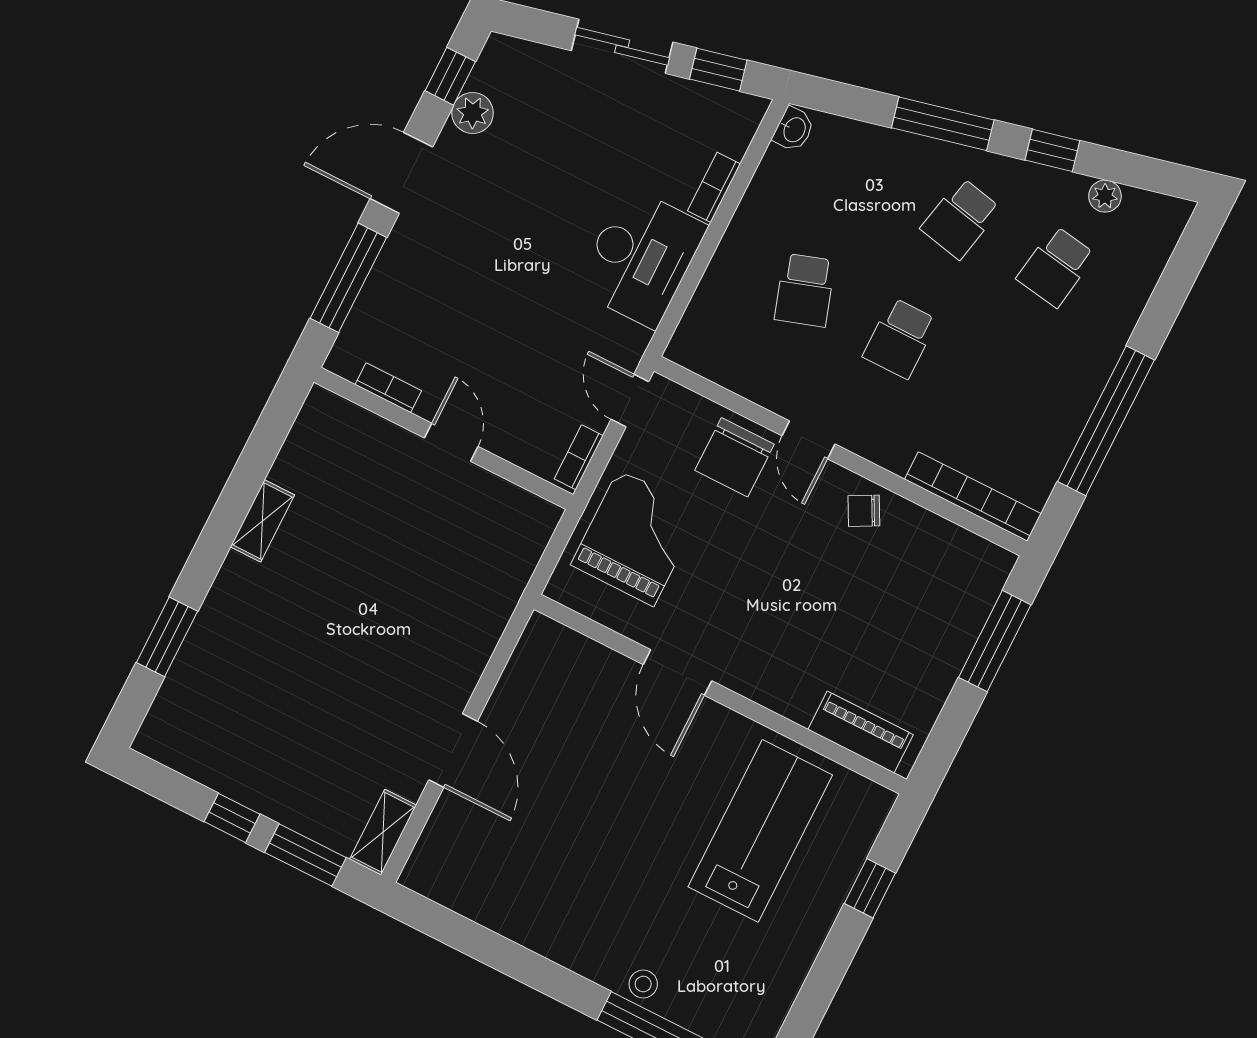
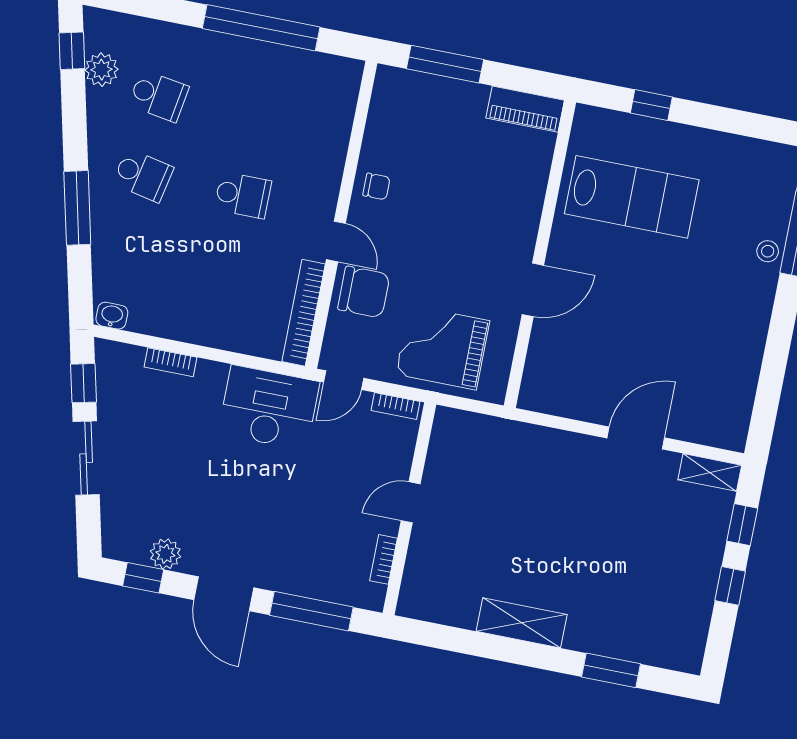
window: (1052, 150) -> (72, 51), moved
plant: (1105, 196) -> (102, 70), width x1.38, depth x1.38
desk: (641, 257) -> (269, 408), moved
school desk: (805, 290) -> (227, 275), removed
door: (808, 440) -> (336, 241), hinge flipped
bookcase: (973, 496) -> (304, 313), moved
chair: (864, 511) -> (376, 186), turned -62
shelving: (262, 521) -> (522, 623), width x1.50, depth x1.33
piano: (861, 732) -> (525, 109), moved, turned -90
lab bench: (760, 831) -> (632, 197), turned 180
window: (305, 855) -> (742, 525), width x0.67

